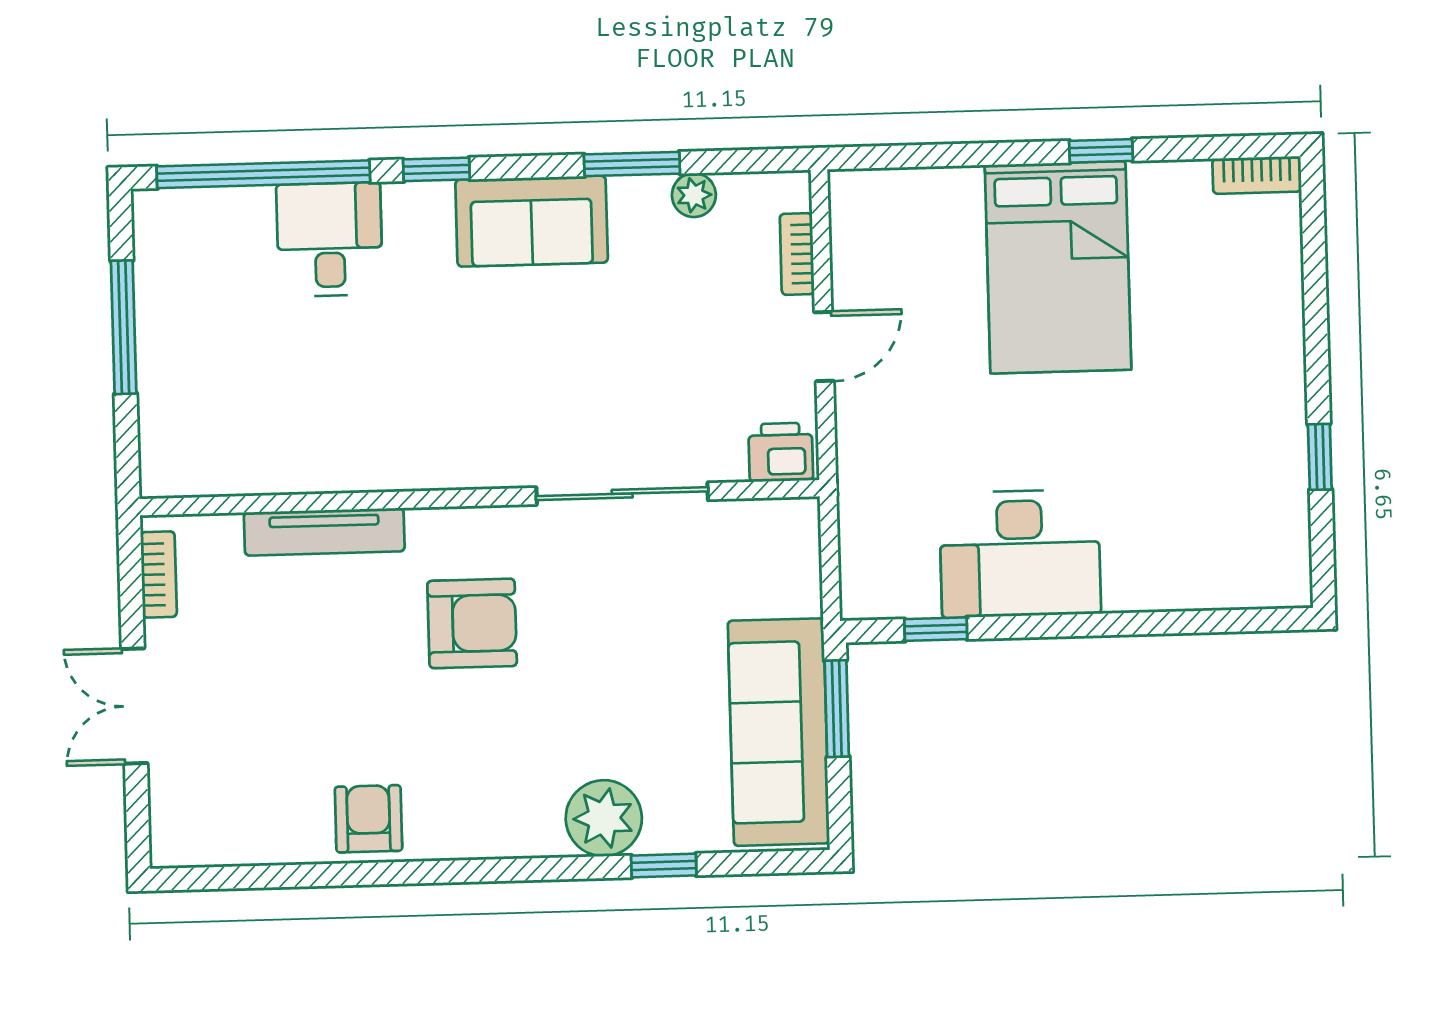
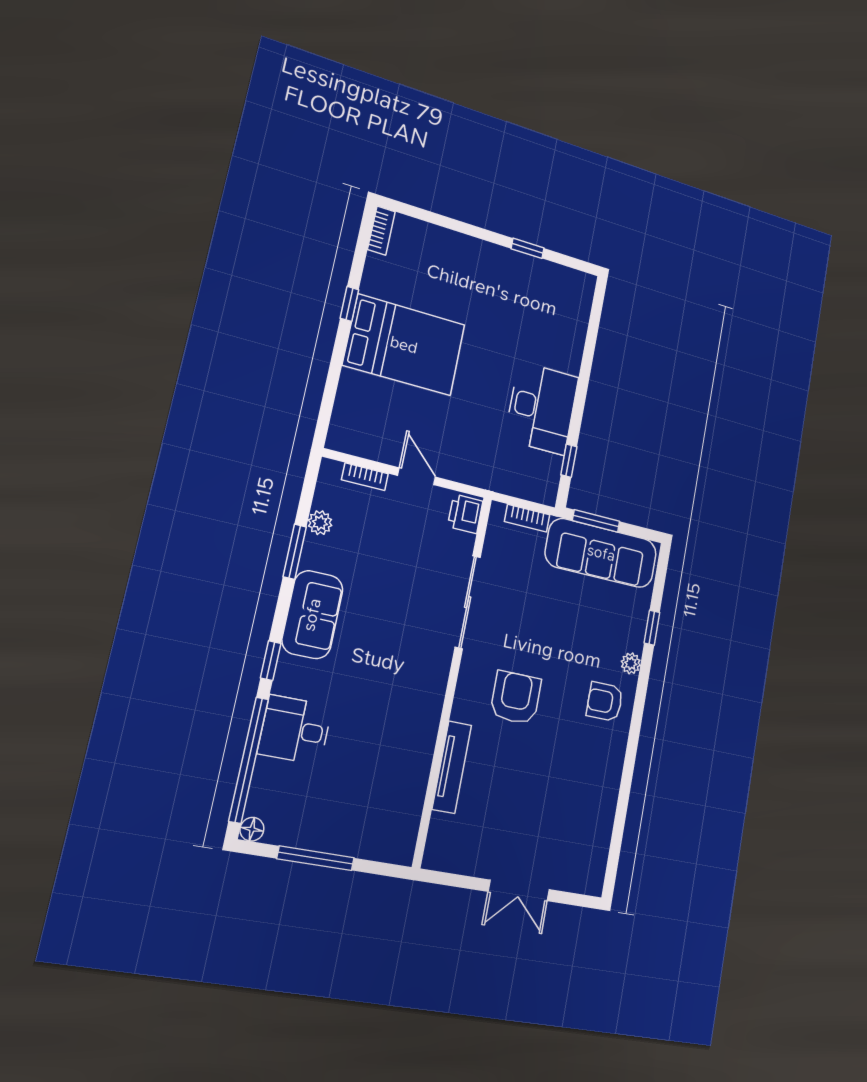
floor lamp: (151, 208) -> (252, 829), added
bookcase: (159, 574) -> (527, 518), moved, turned 180
plant: (604, 818) -> (631, 663), width x0.53, depth x0.53
armchair: (368, 819) -> (605, 702), moved

